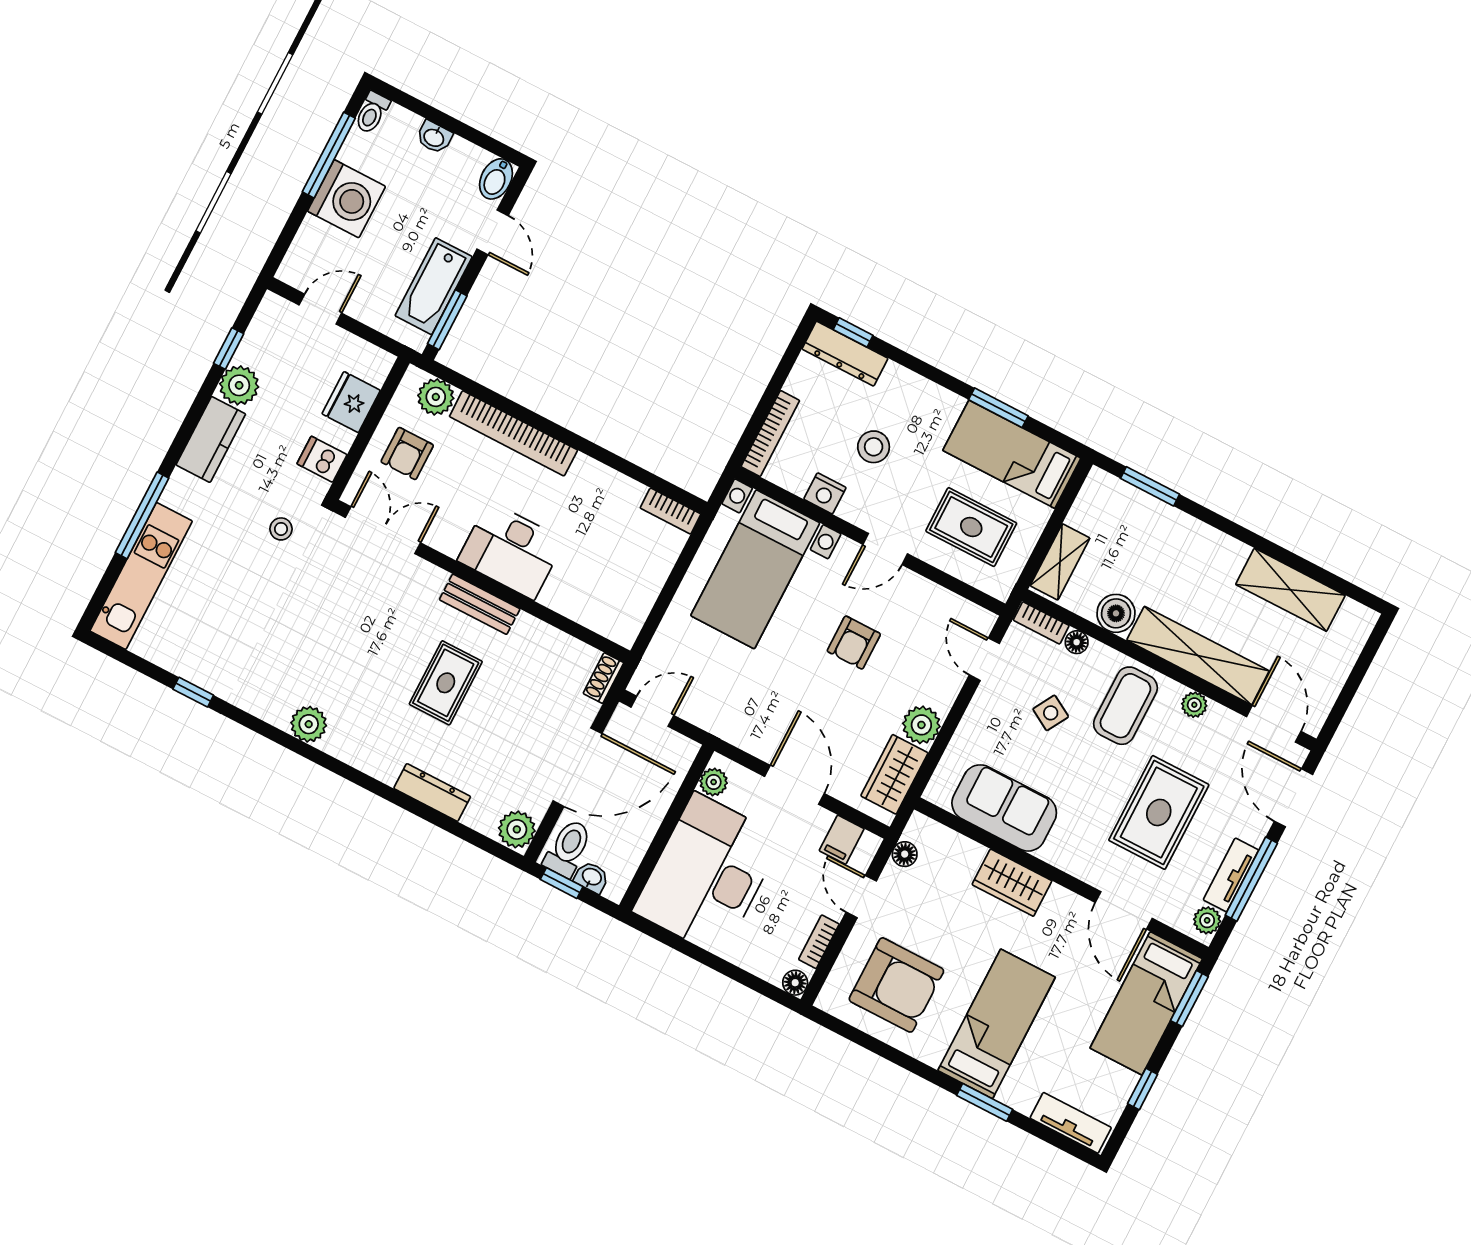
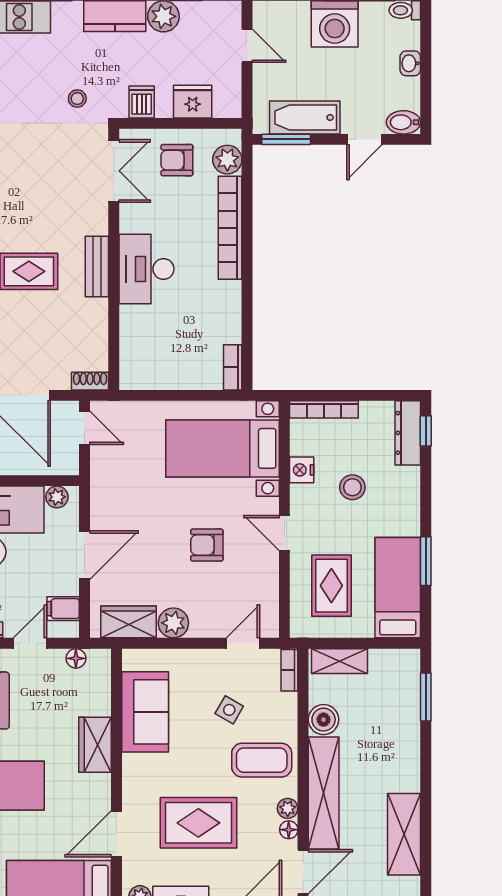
floor lamp: (1077, 642) -> (289, 830), moved

